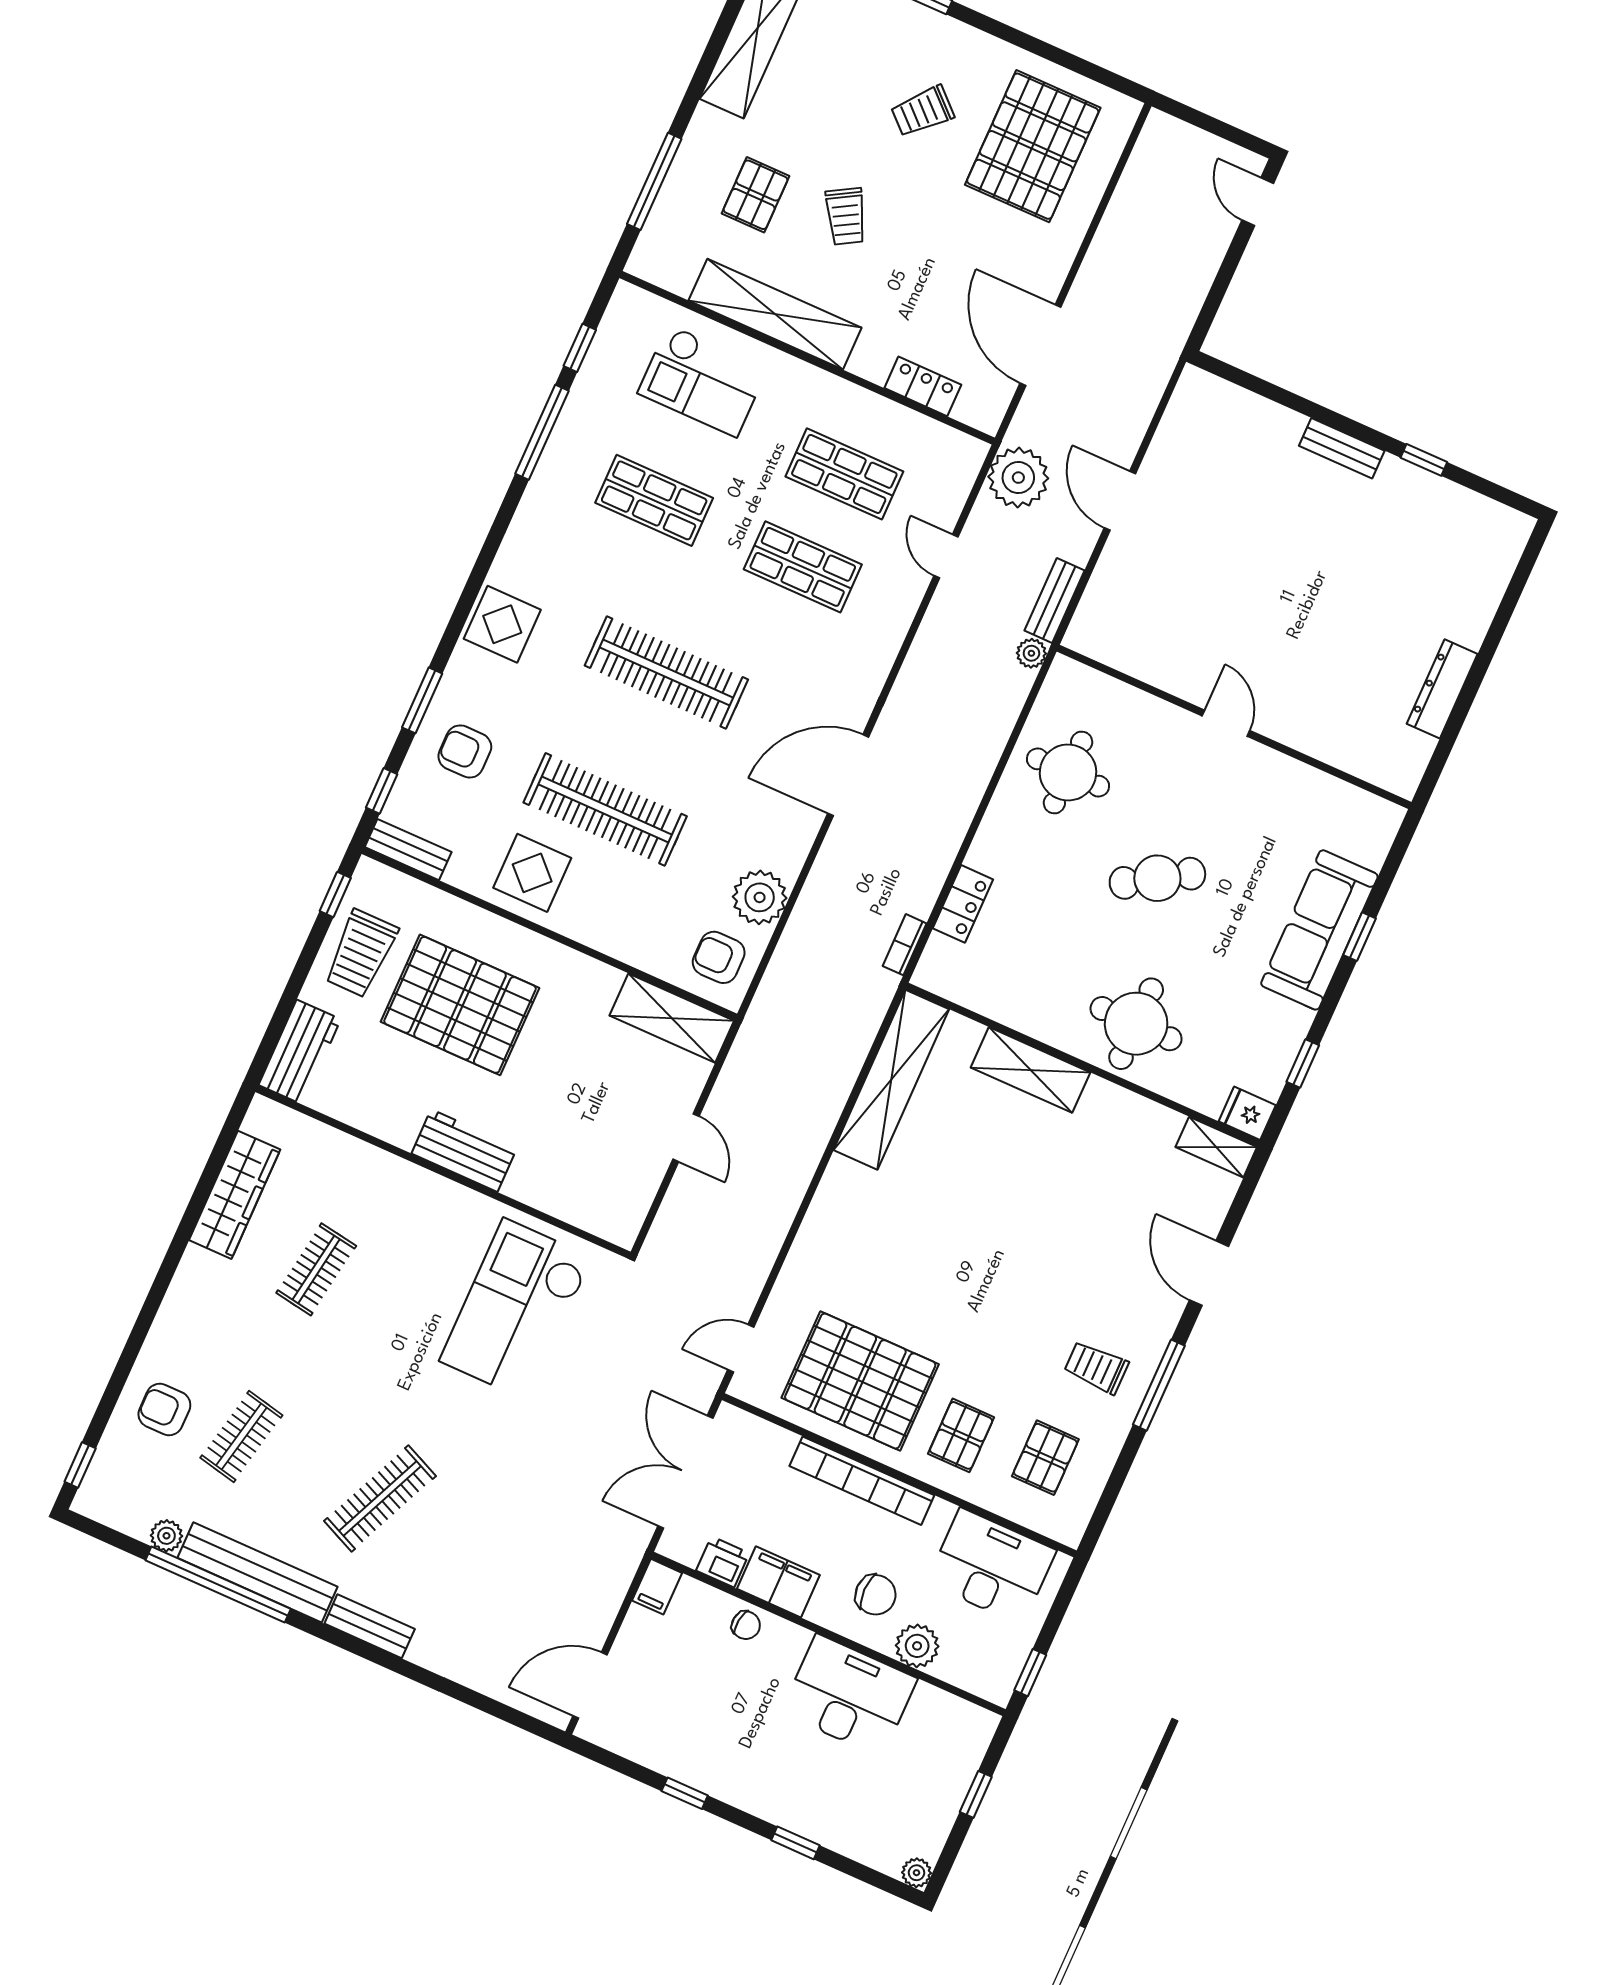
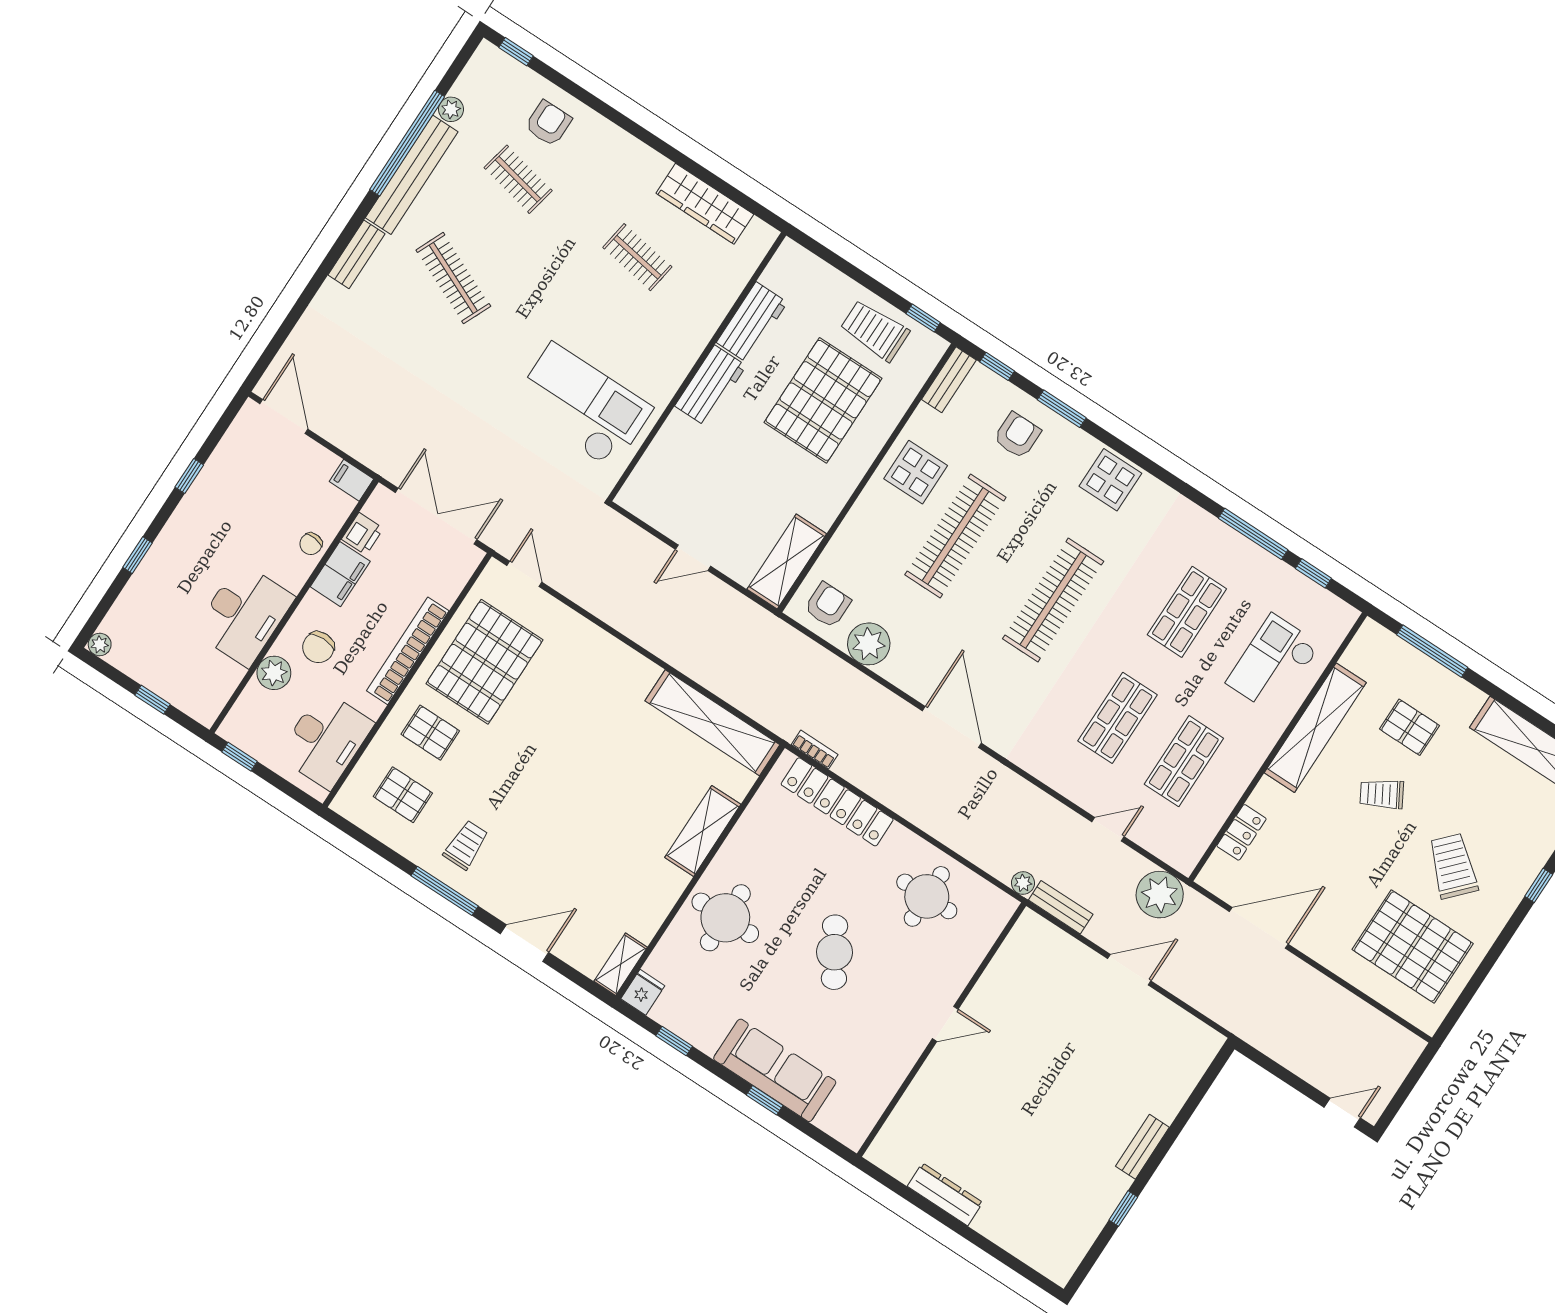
trolley: (923, 111) -> (1453, 866), width x1.36, depth x1.39
locker: (963, 904) -> (837, 802), width x2.16, depth x1.21
workbench: (300, 1052) -> (752, 322), moved, turned -90

